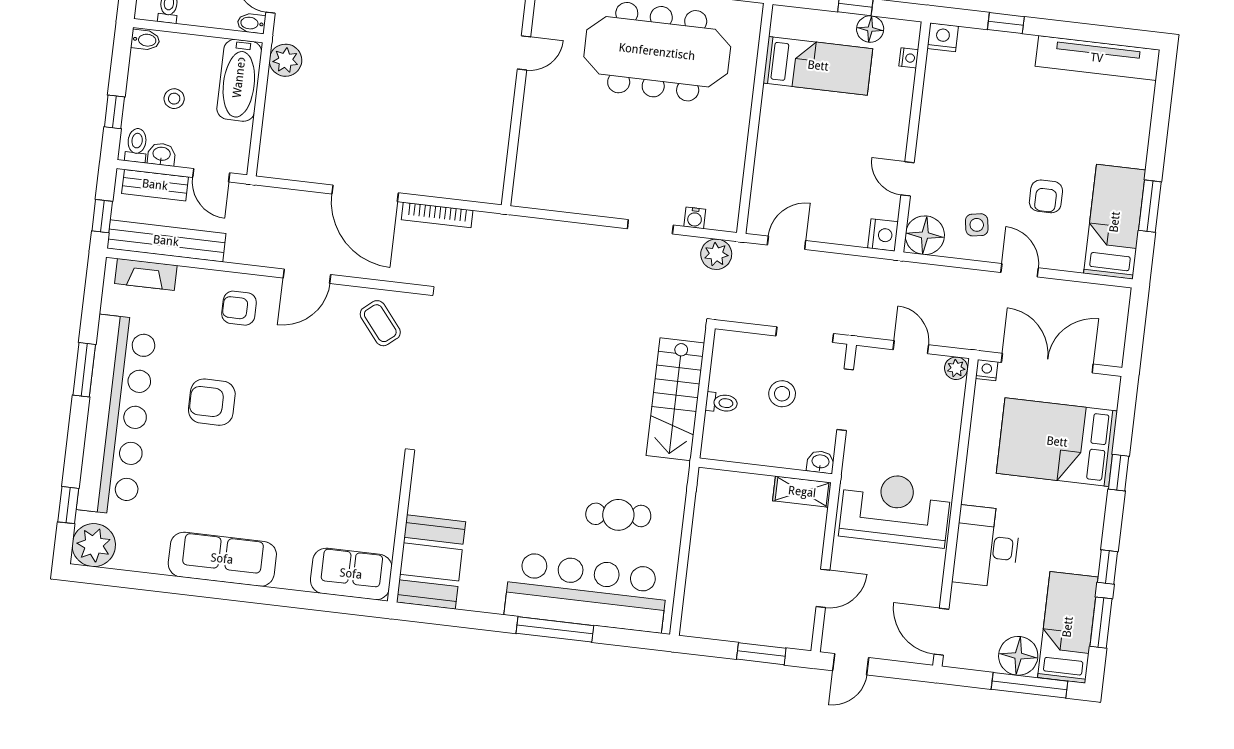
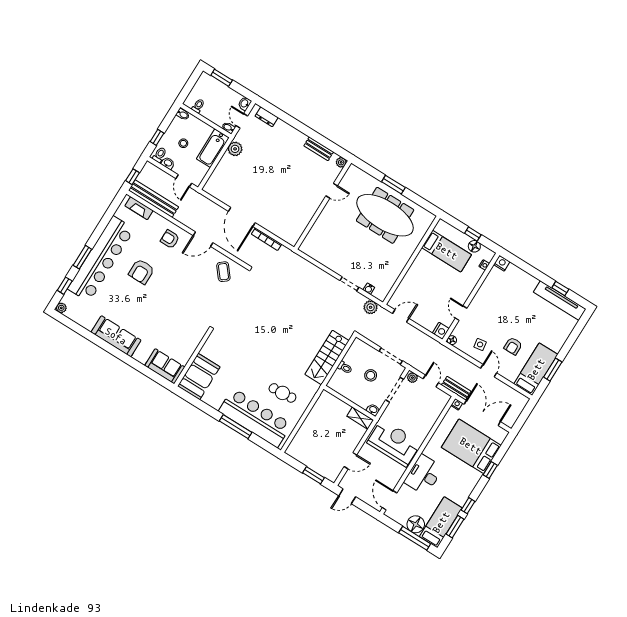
window: (1006, 23) -> (560, 288), moved
bench: (155, 185) -> (456, 388), moved
floor lamp: (925, 235) -> (452, 340), width x0.53, depth x0.53
plant: (956, 368) -> (412, 378), moved
window: (84, 370) -> (82, 257), moved
armchair: (212, 402) -> (141, 272), turned -90
plant: (94, 545) -> (61, 308), width x0.53, depth x0.53

